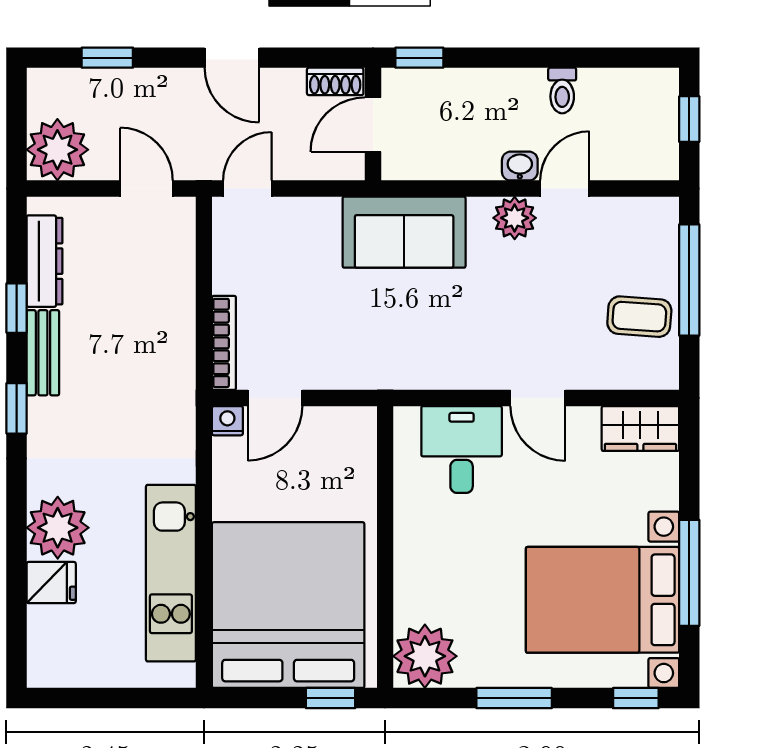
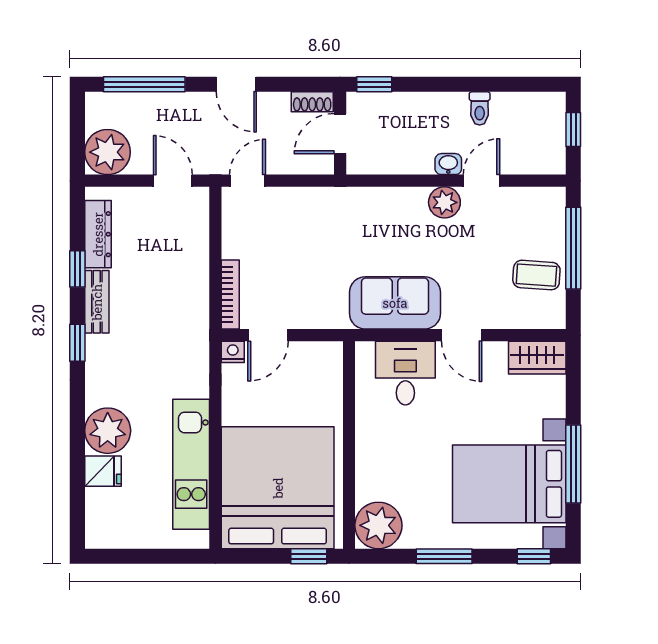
window: (107, 58) -> (144, 84), width x2.17
sofa: (404, 232) -> (395, 303), moved, turned 180

